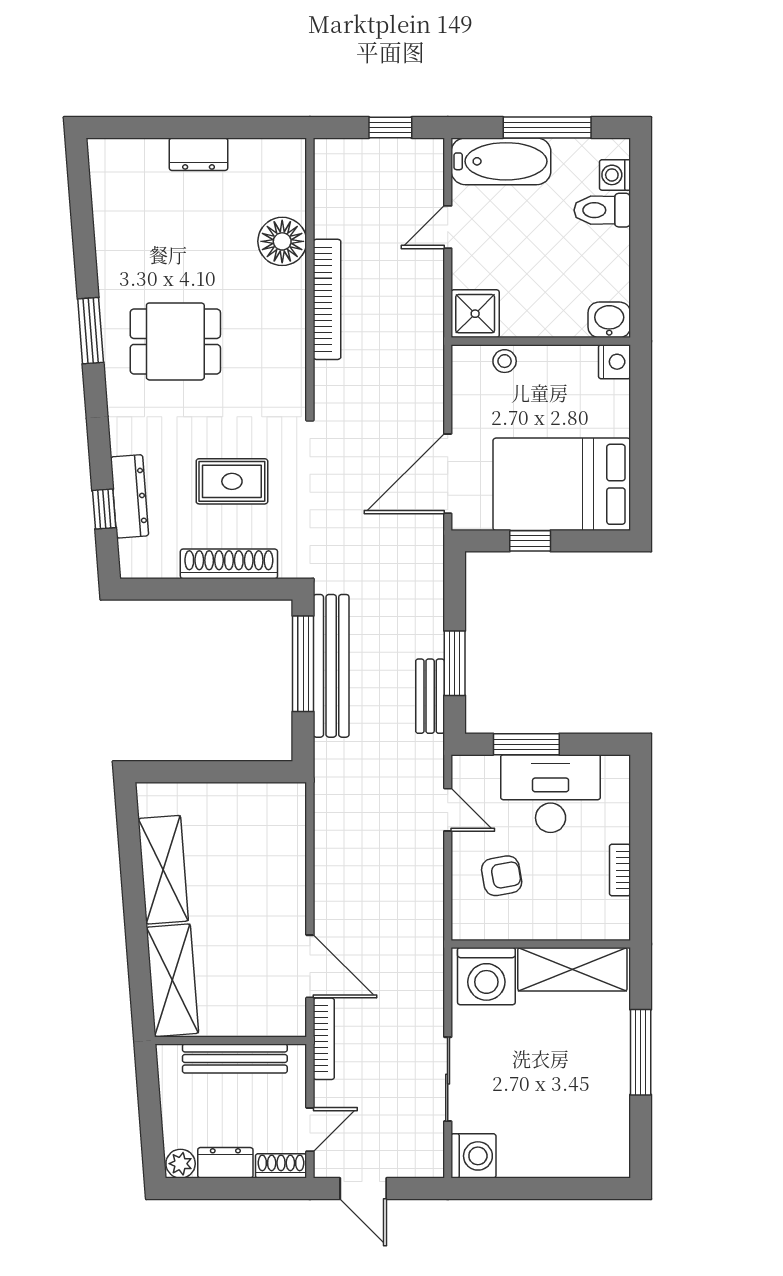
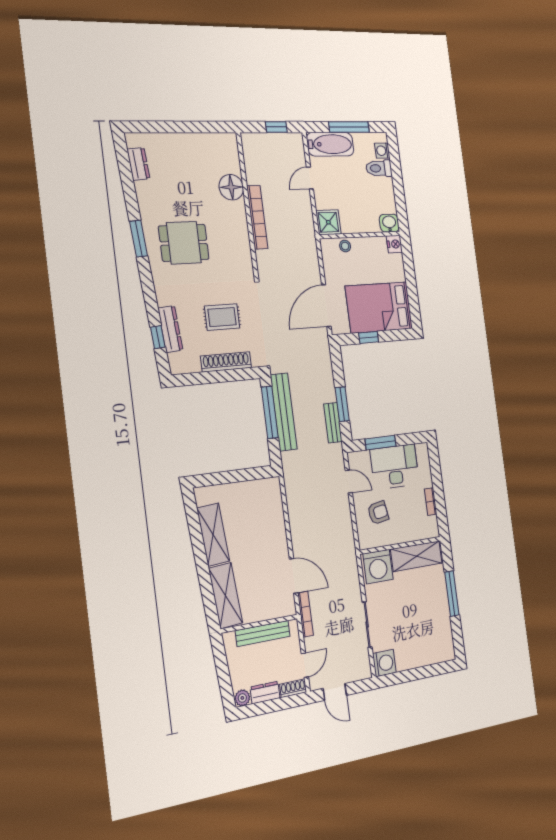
dresser: (199, 154) -> (138, 164), moved, turned -94

